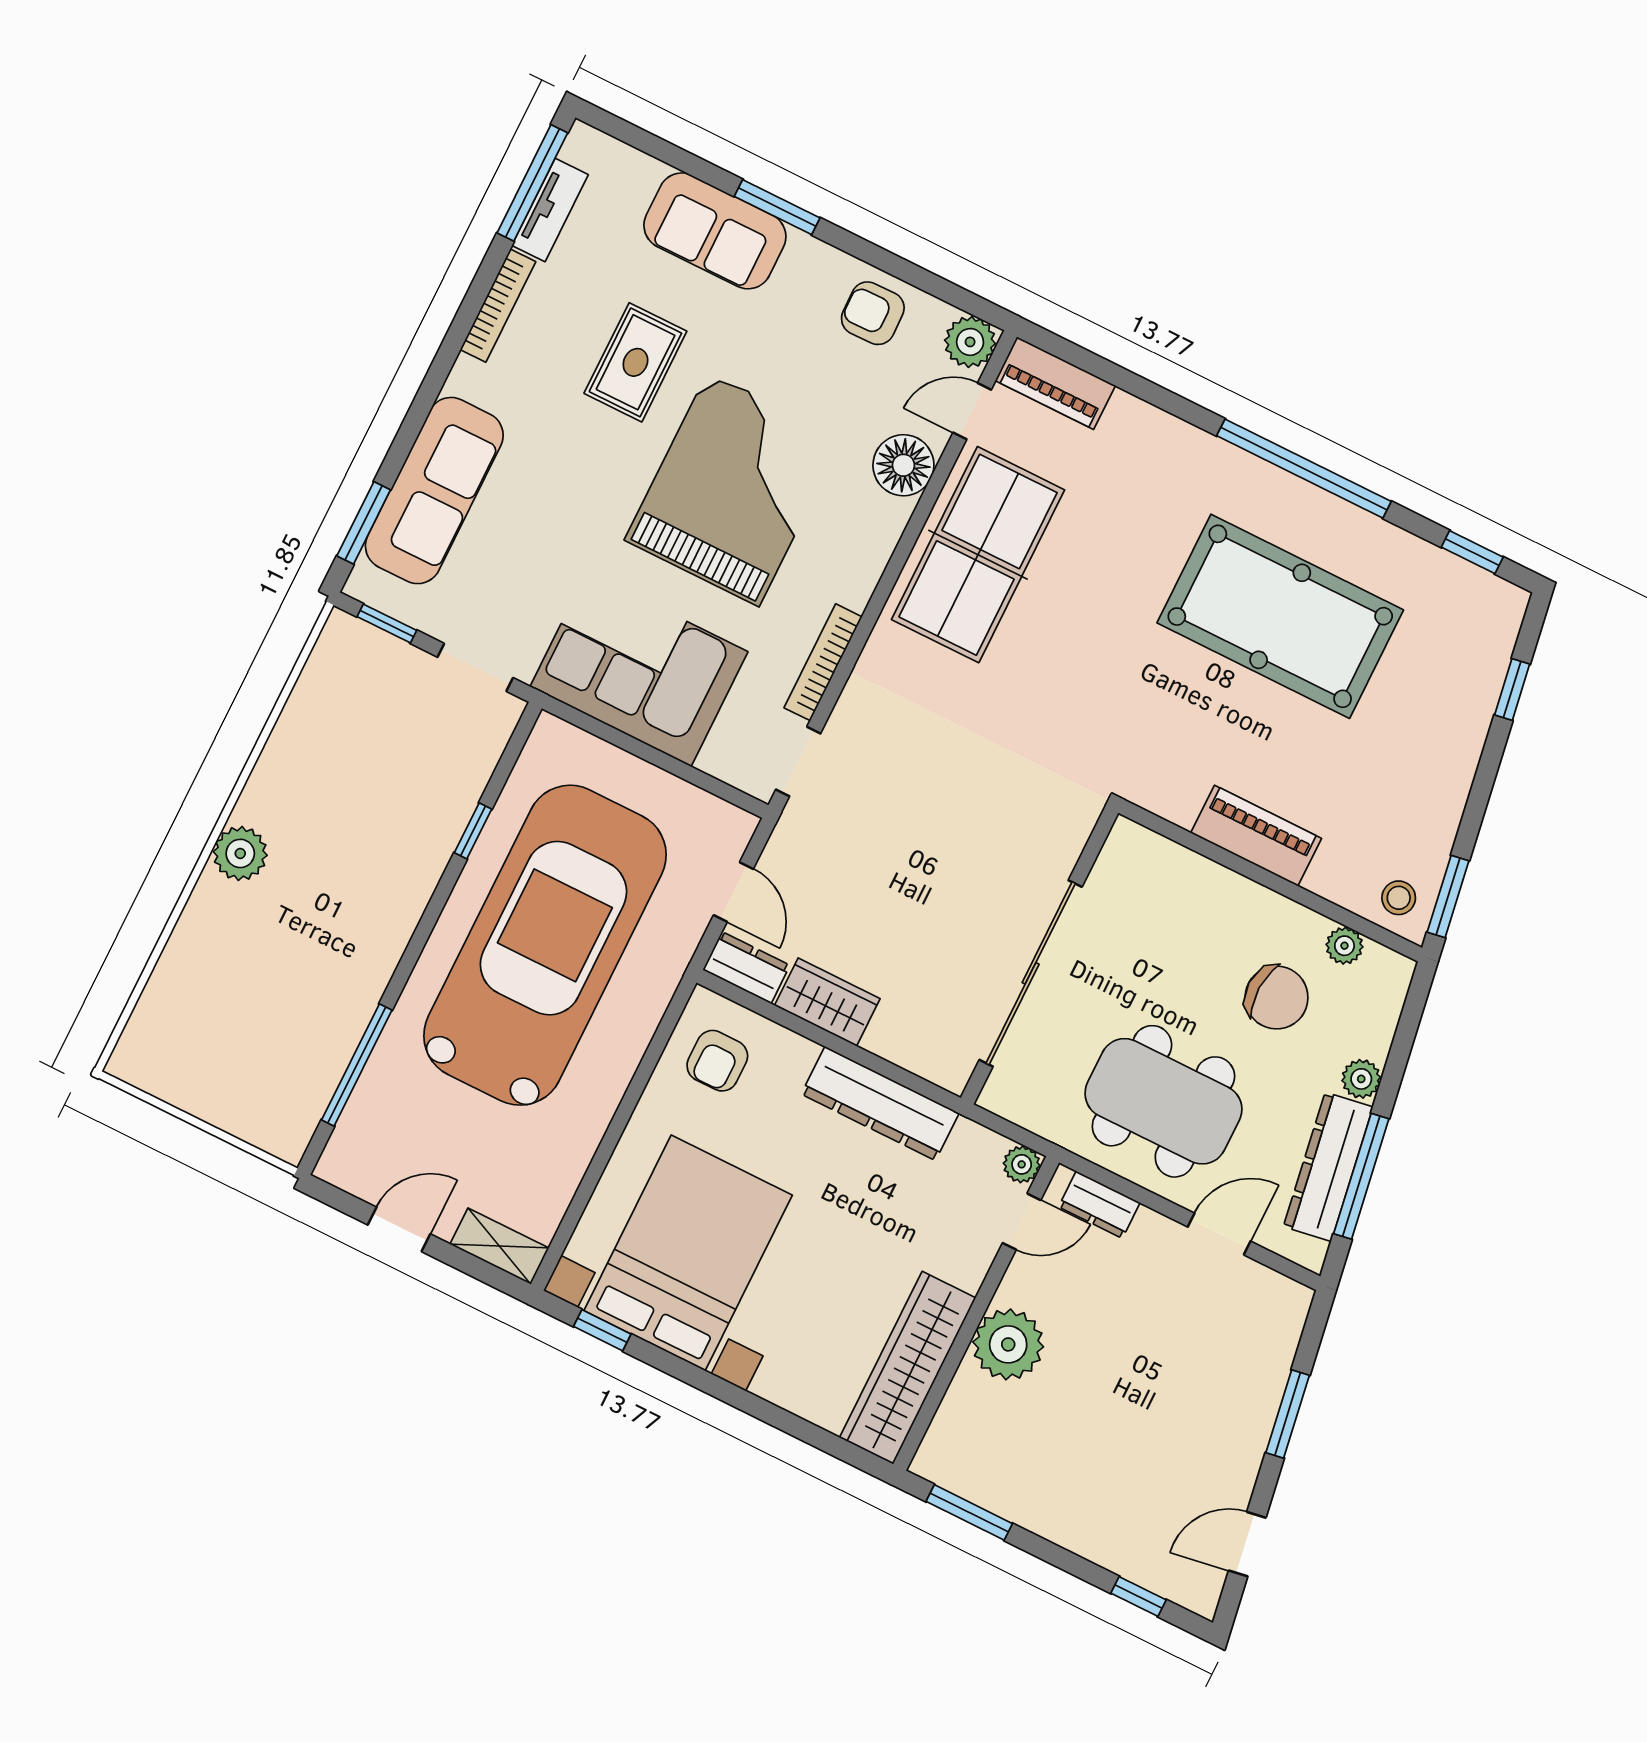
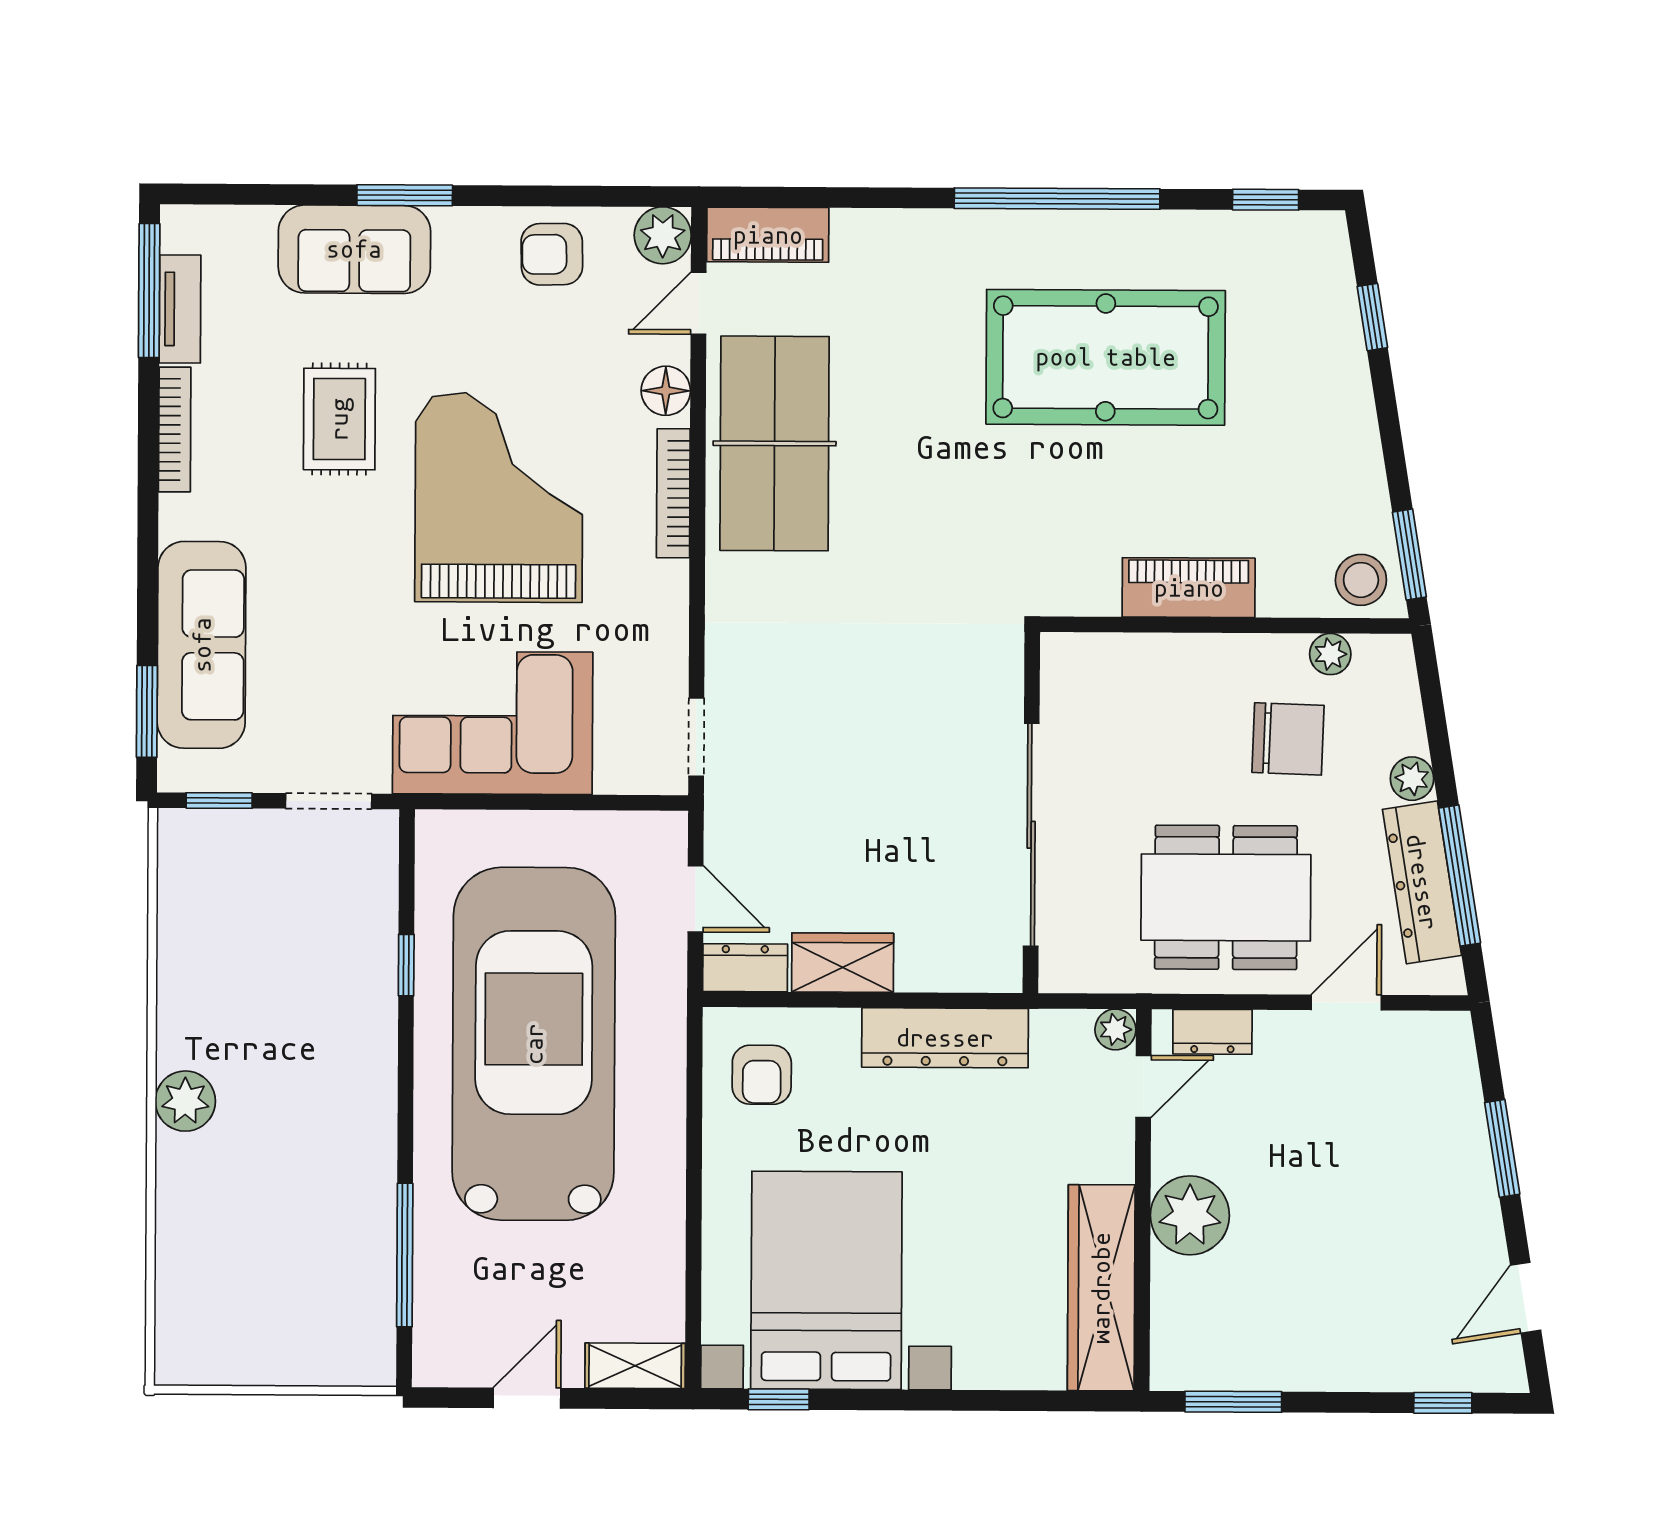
floor lamp: (903, 465) -> (666, 391), width x0.73, depth x0.73
bookcase: (823, 662) -> (673, 493), moved
stool: (1399, 898) -> (1361, 580), width x1.37, depth x1.37

